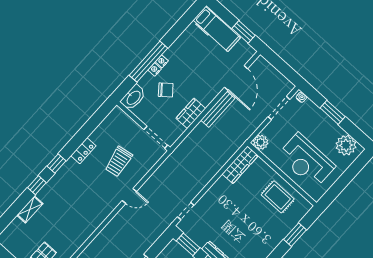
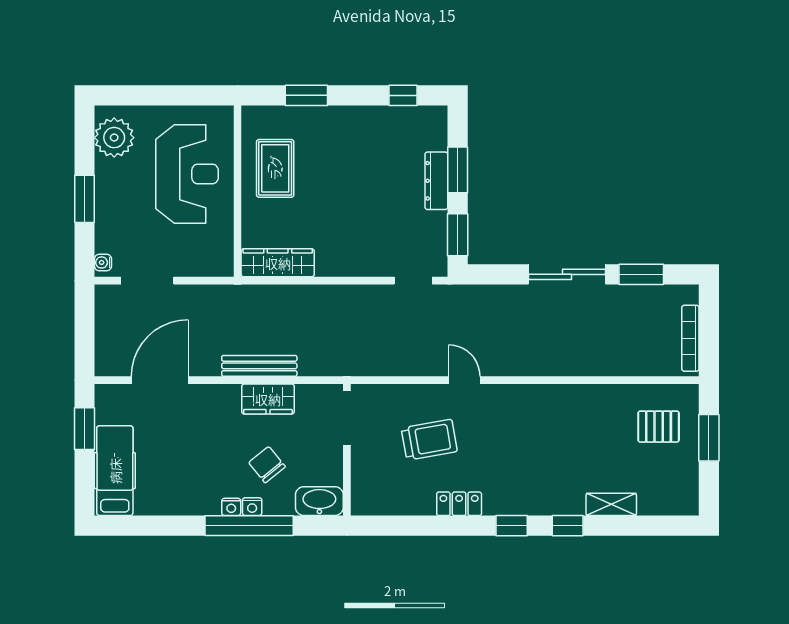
bench: (218, 109) -> (259, 366), moved
plant: (261, 142) -> (219, 263), removed

